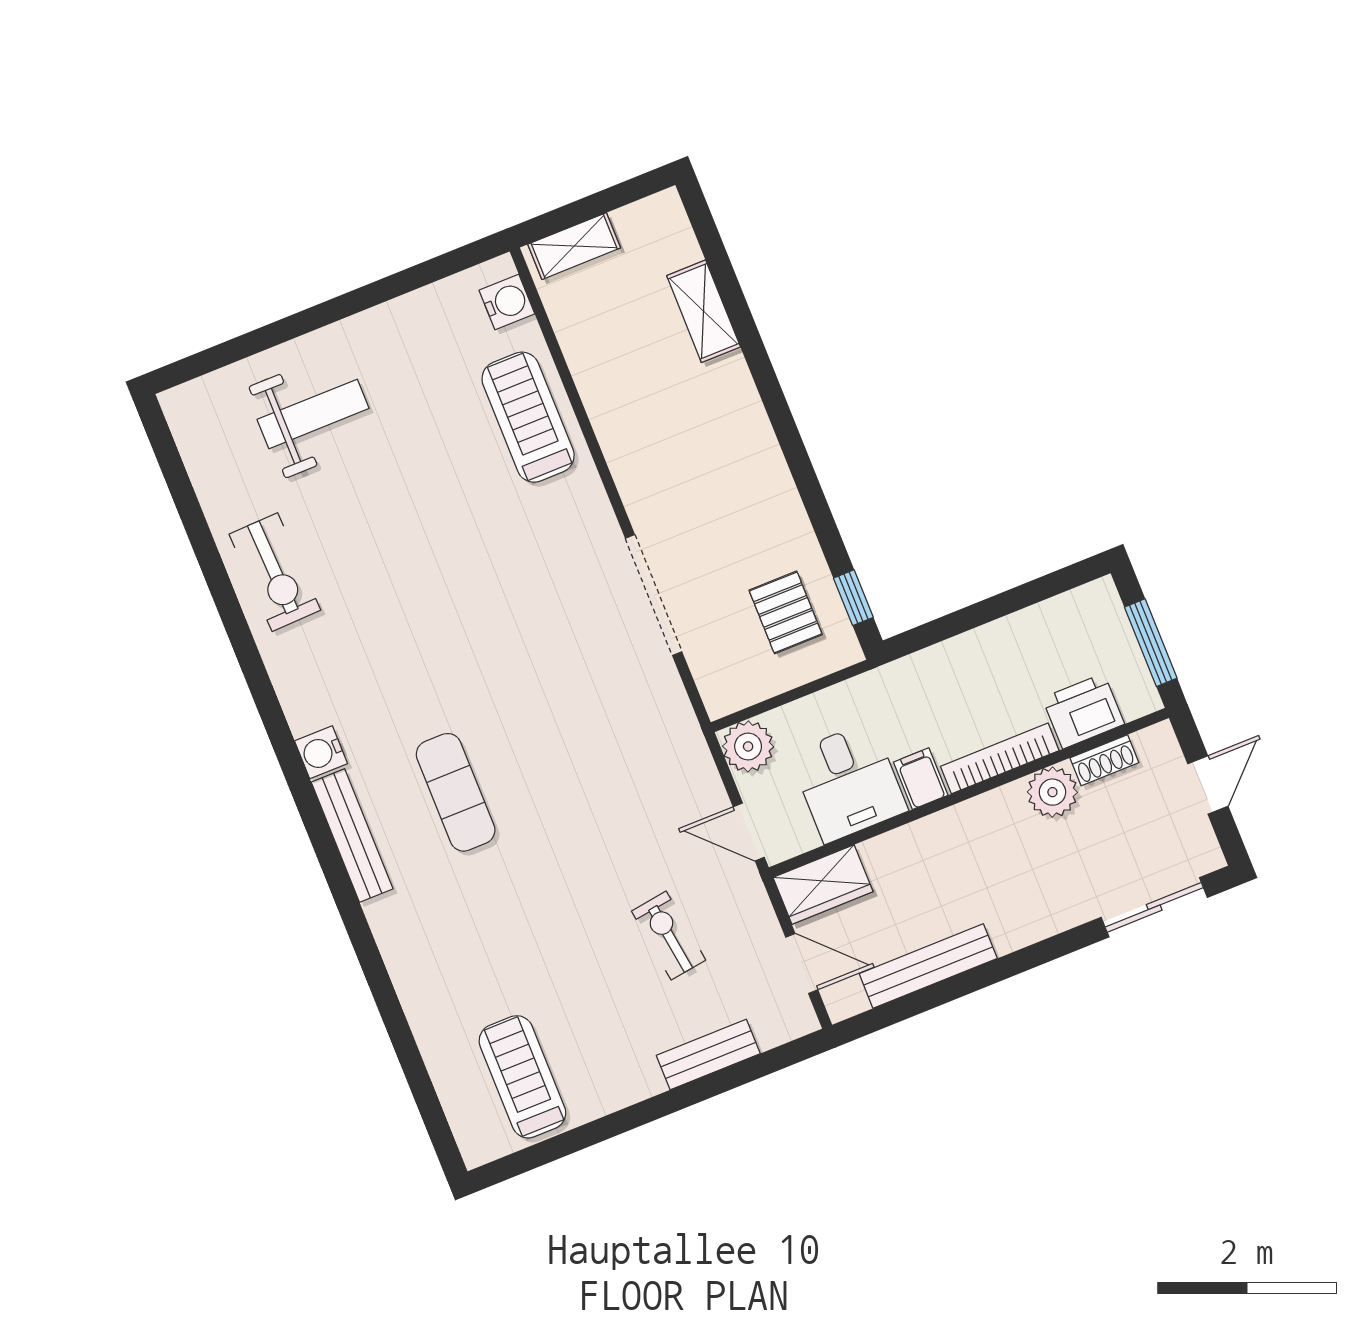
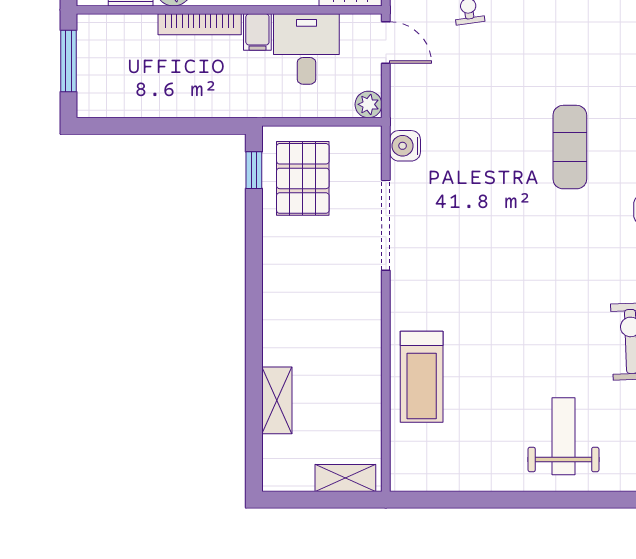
water cooler: (507, 302) -> (405, 146), moved
weight bench: (313, 414) -> (563, 436), turned 90
pallet: (786, 612) -> (303, 178), width x1.50, depth x1.42
printer: (1083, 711) -> (131, 34), removed
plant: (748, 746) -> (368, 104), width x0.73, depth x0.73

